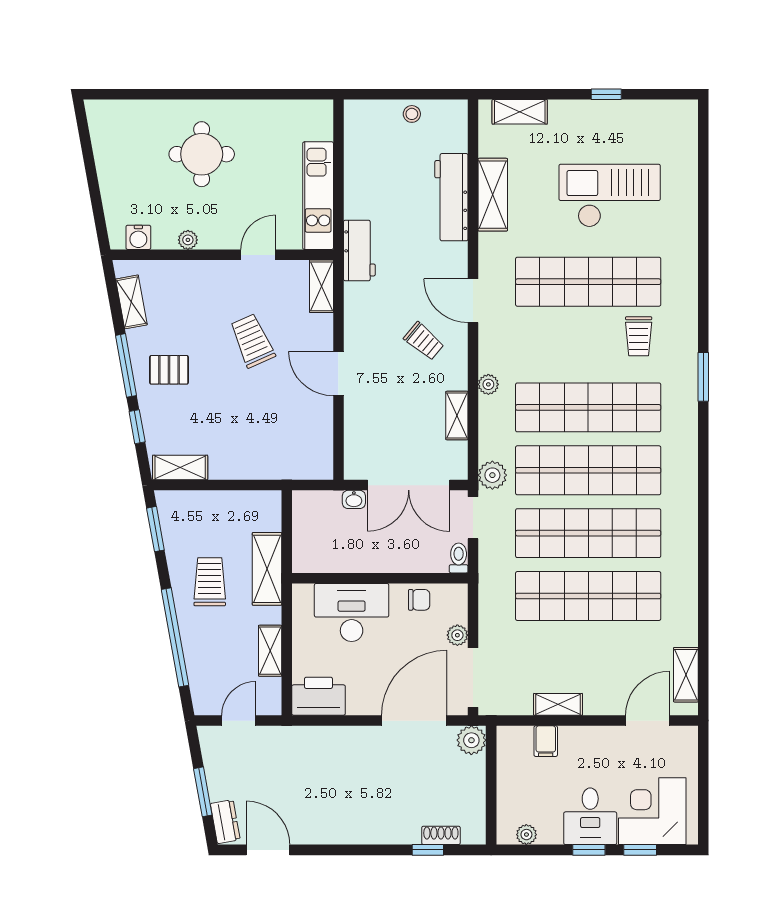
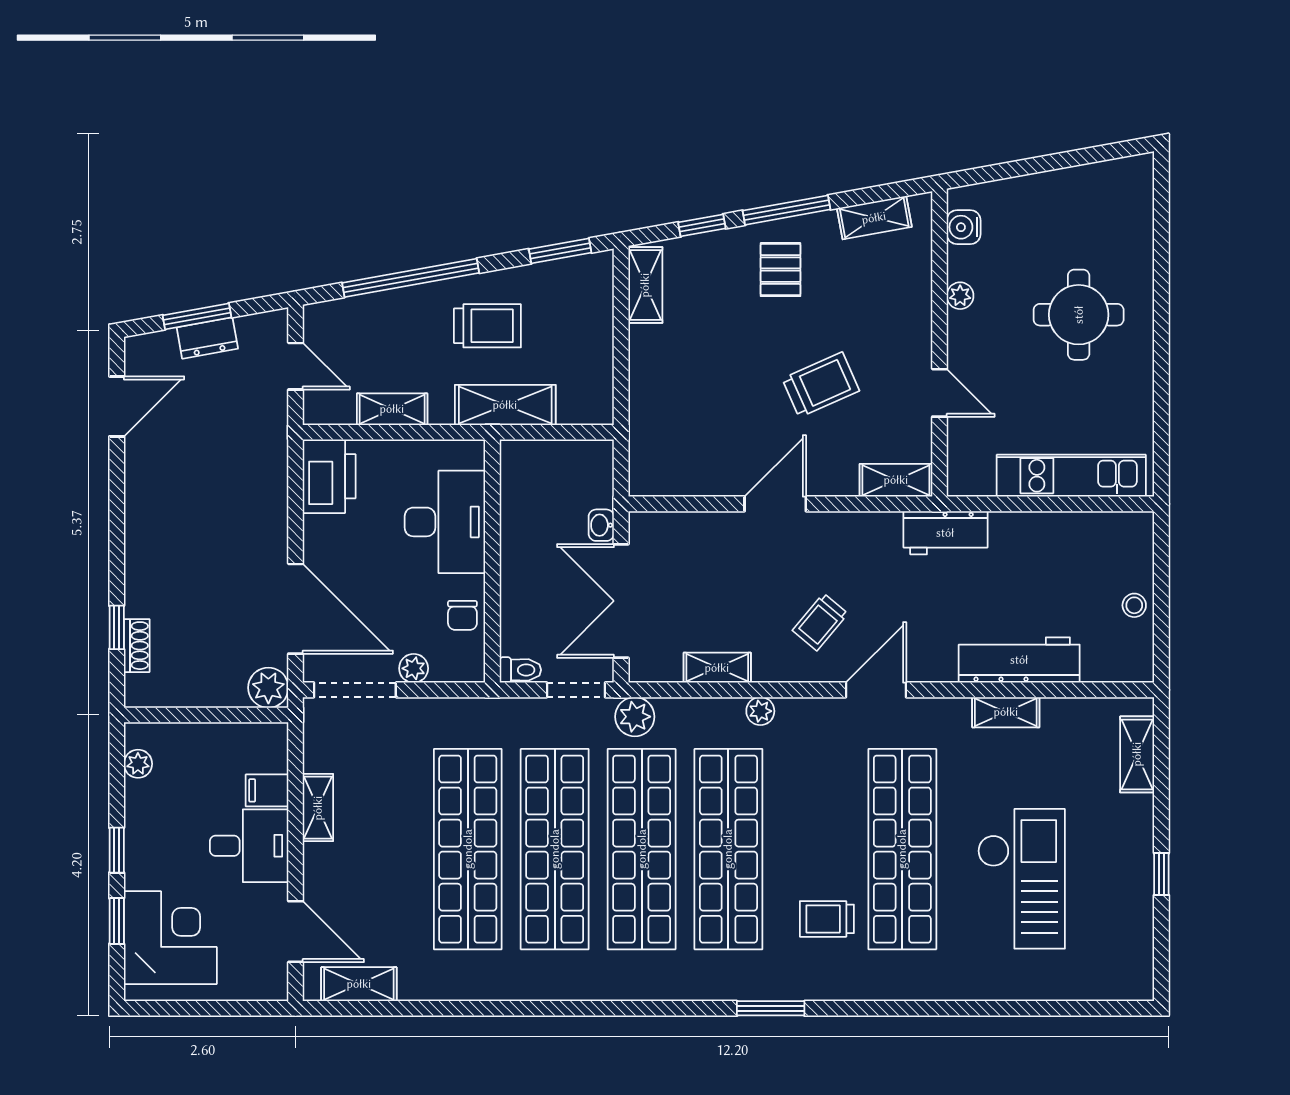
shelving: (493, 195) -> (1006, 712), width x0.67, depth x0.75
kitchen unit: (318, 196) -> (1071, 476), moved
desk: (590, 816) -> (249, 846), moved, turned 180
dresser: (225, 822) -> (207, 338), moved

